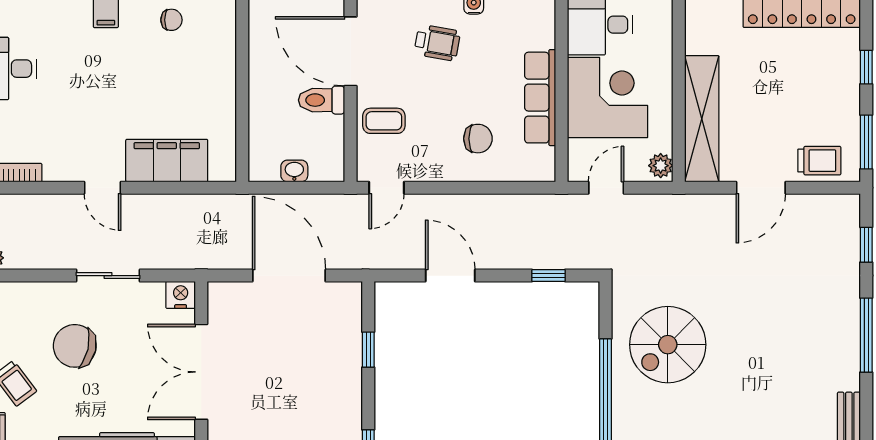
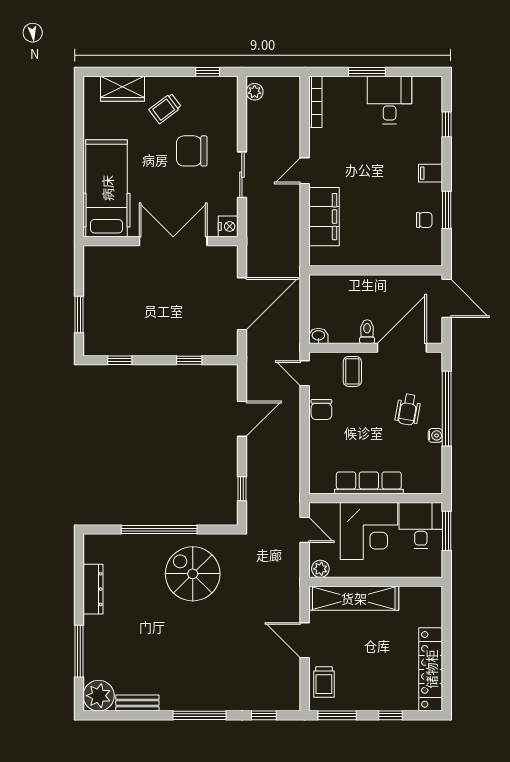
chair: (171, 20) -> (424, 220), turned -90
toilet: (322, 100) -> (367, 332), width x0.73, depth x0.72
chair: (478, 139) -> (321, 410), moved
washbasin: (294, 171) -> (318, 336), moved, turned -90
chair: (75, 346) -> (192, 151), turned -103

